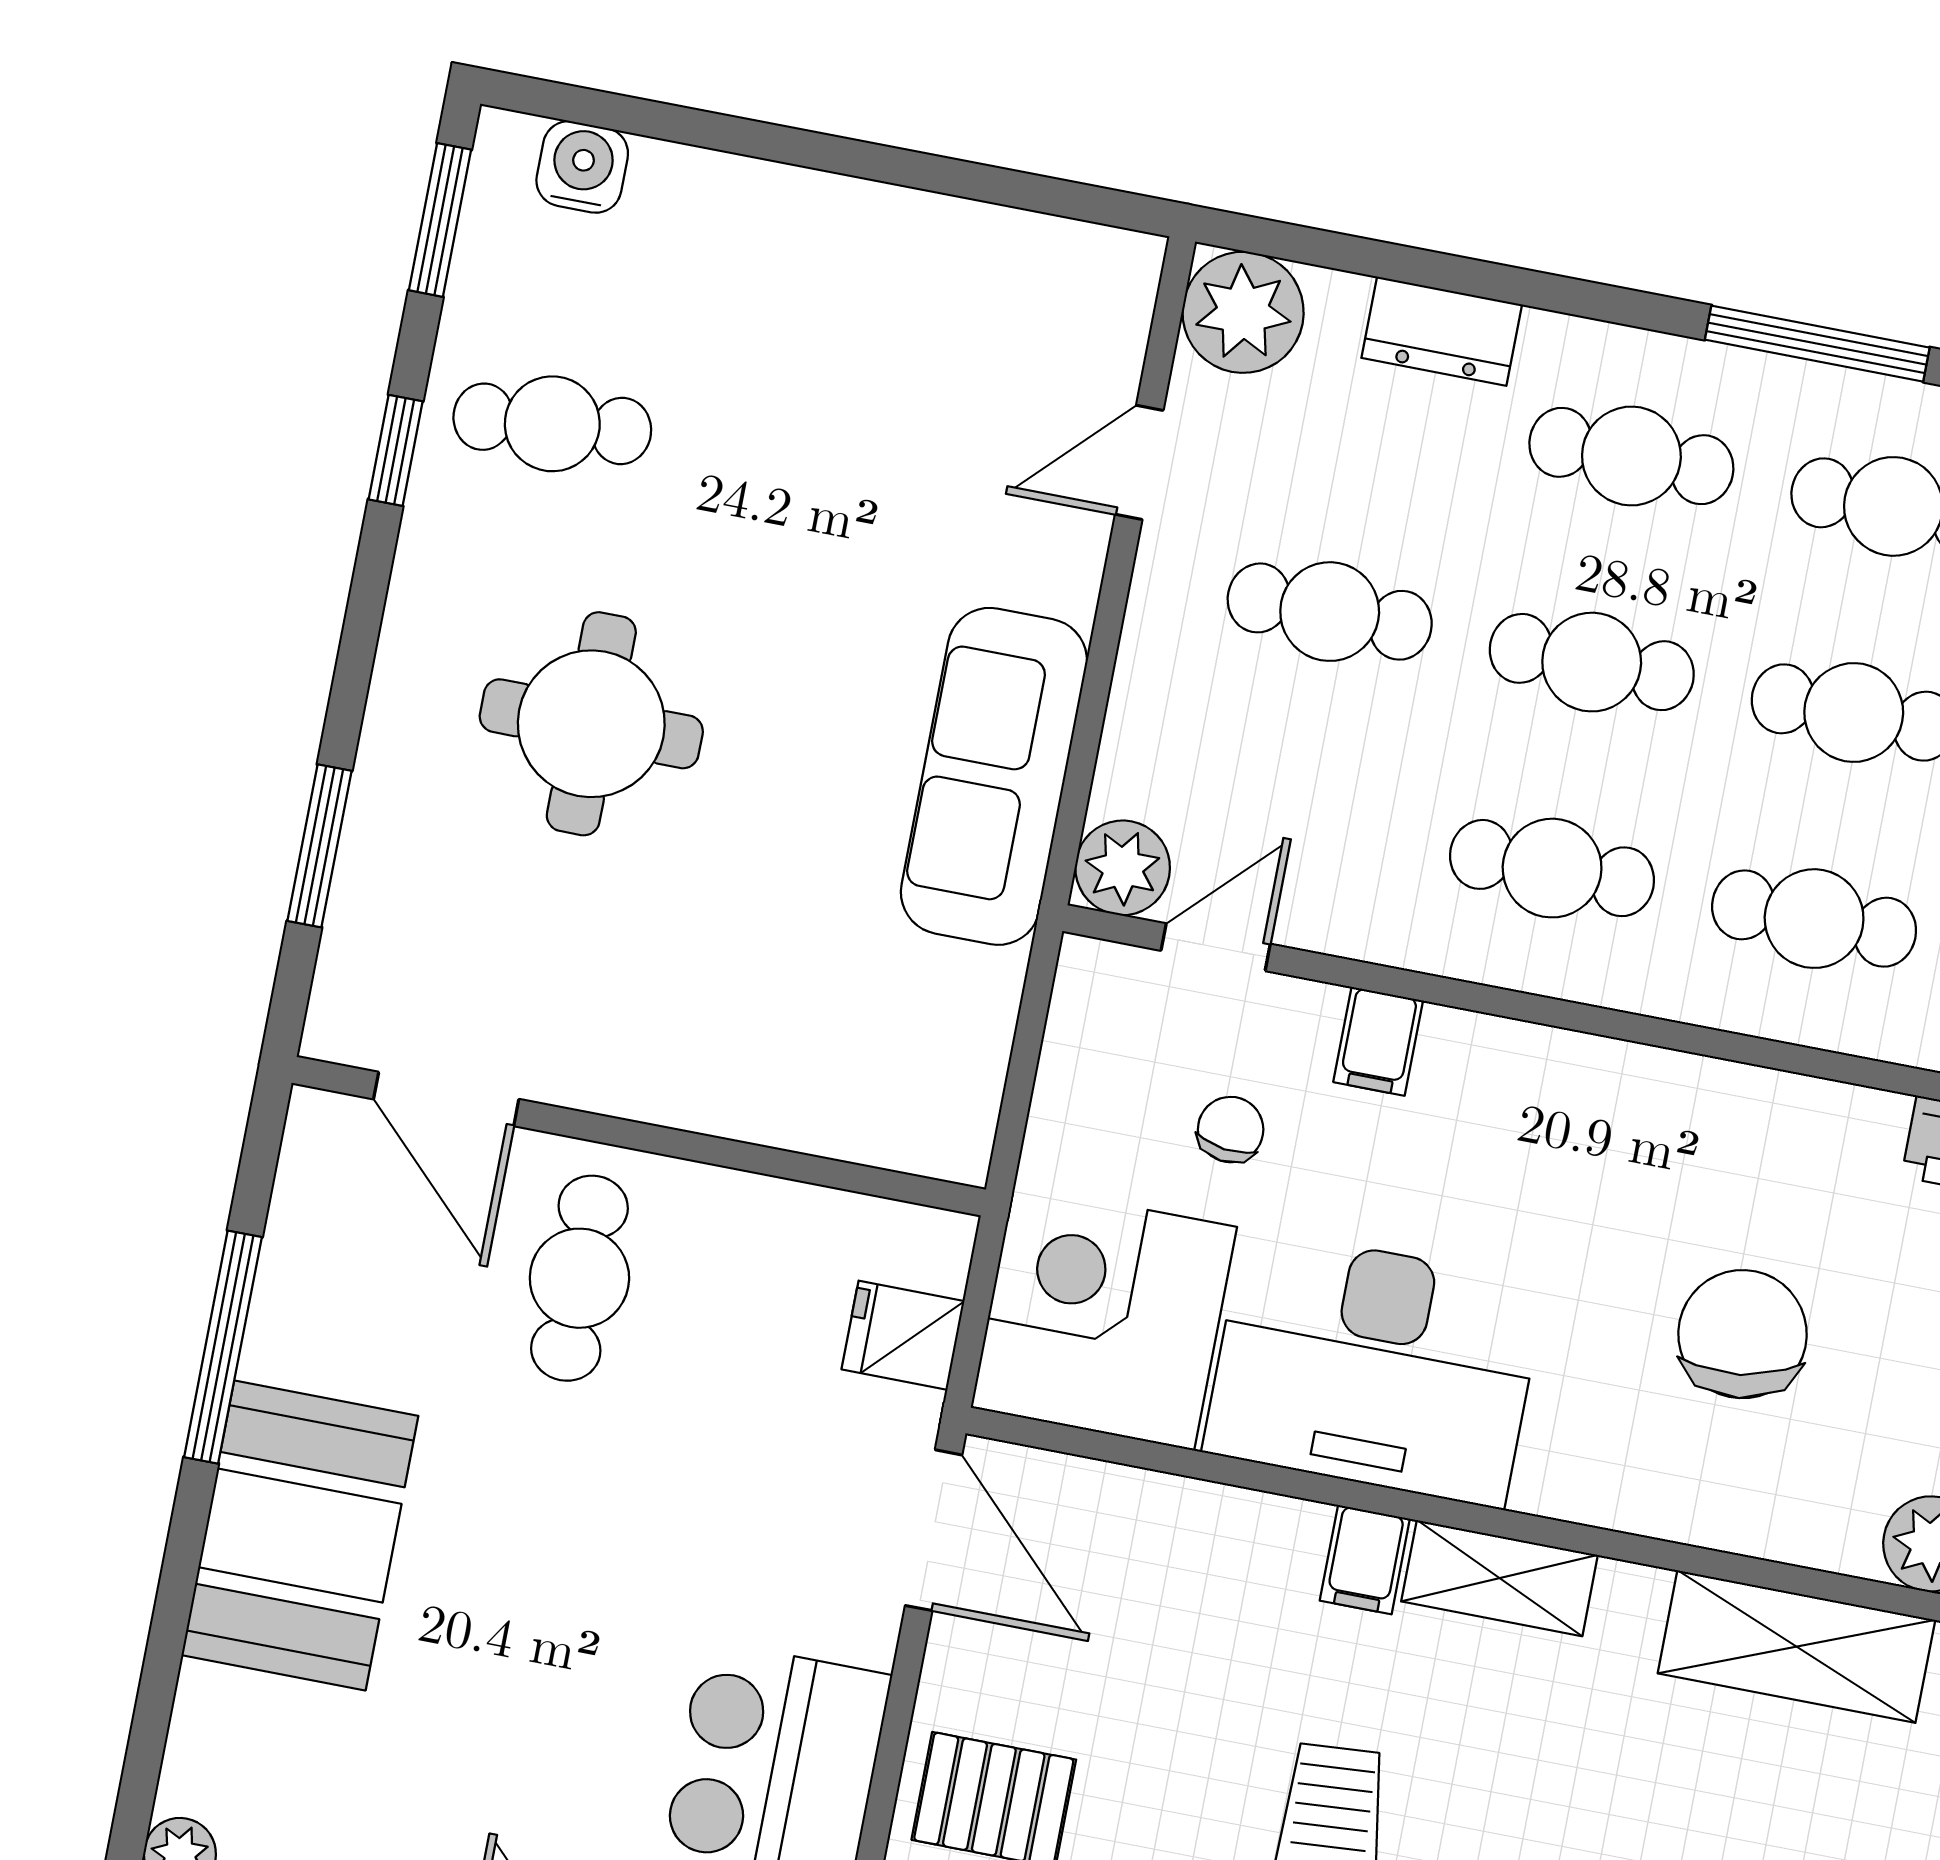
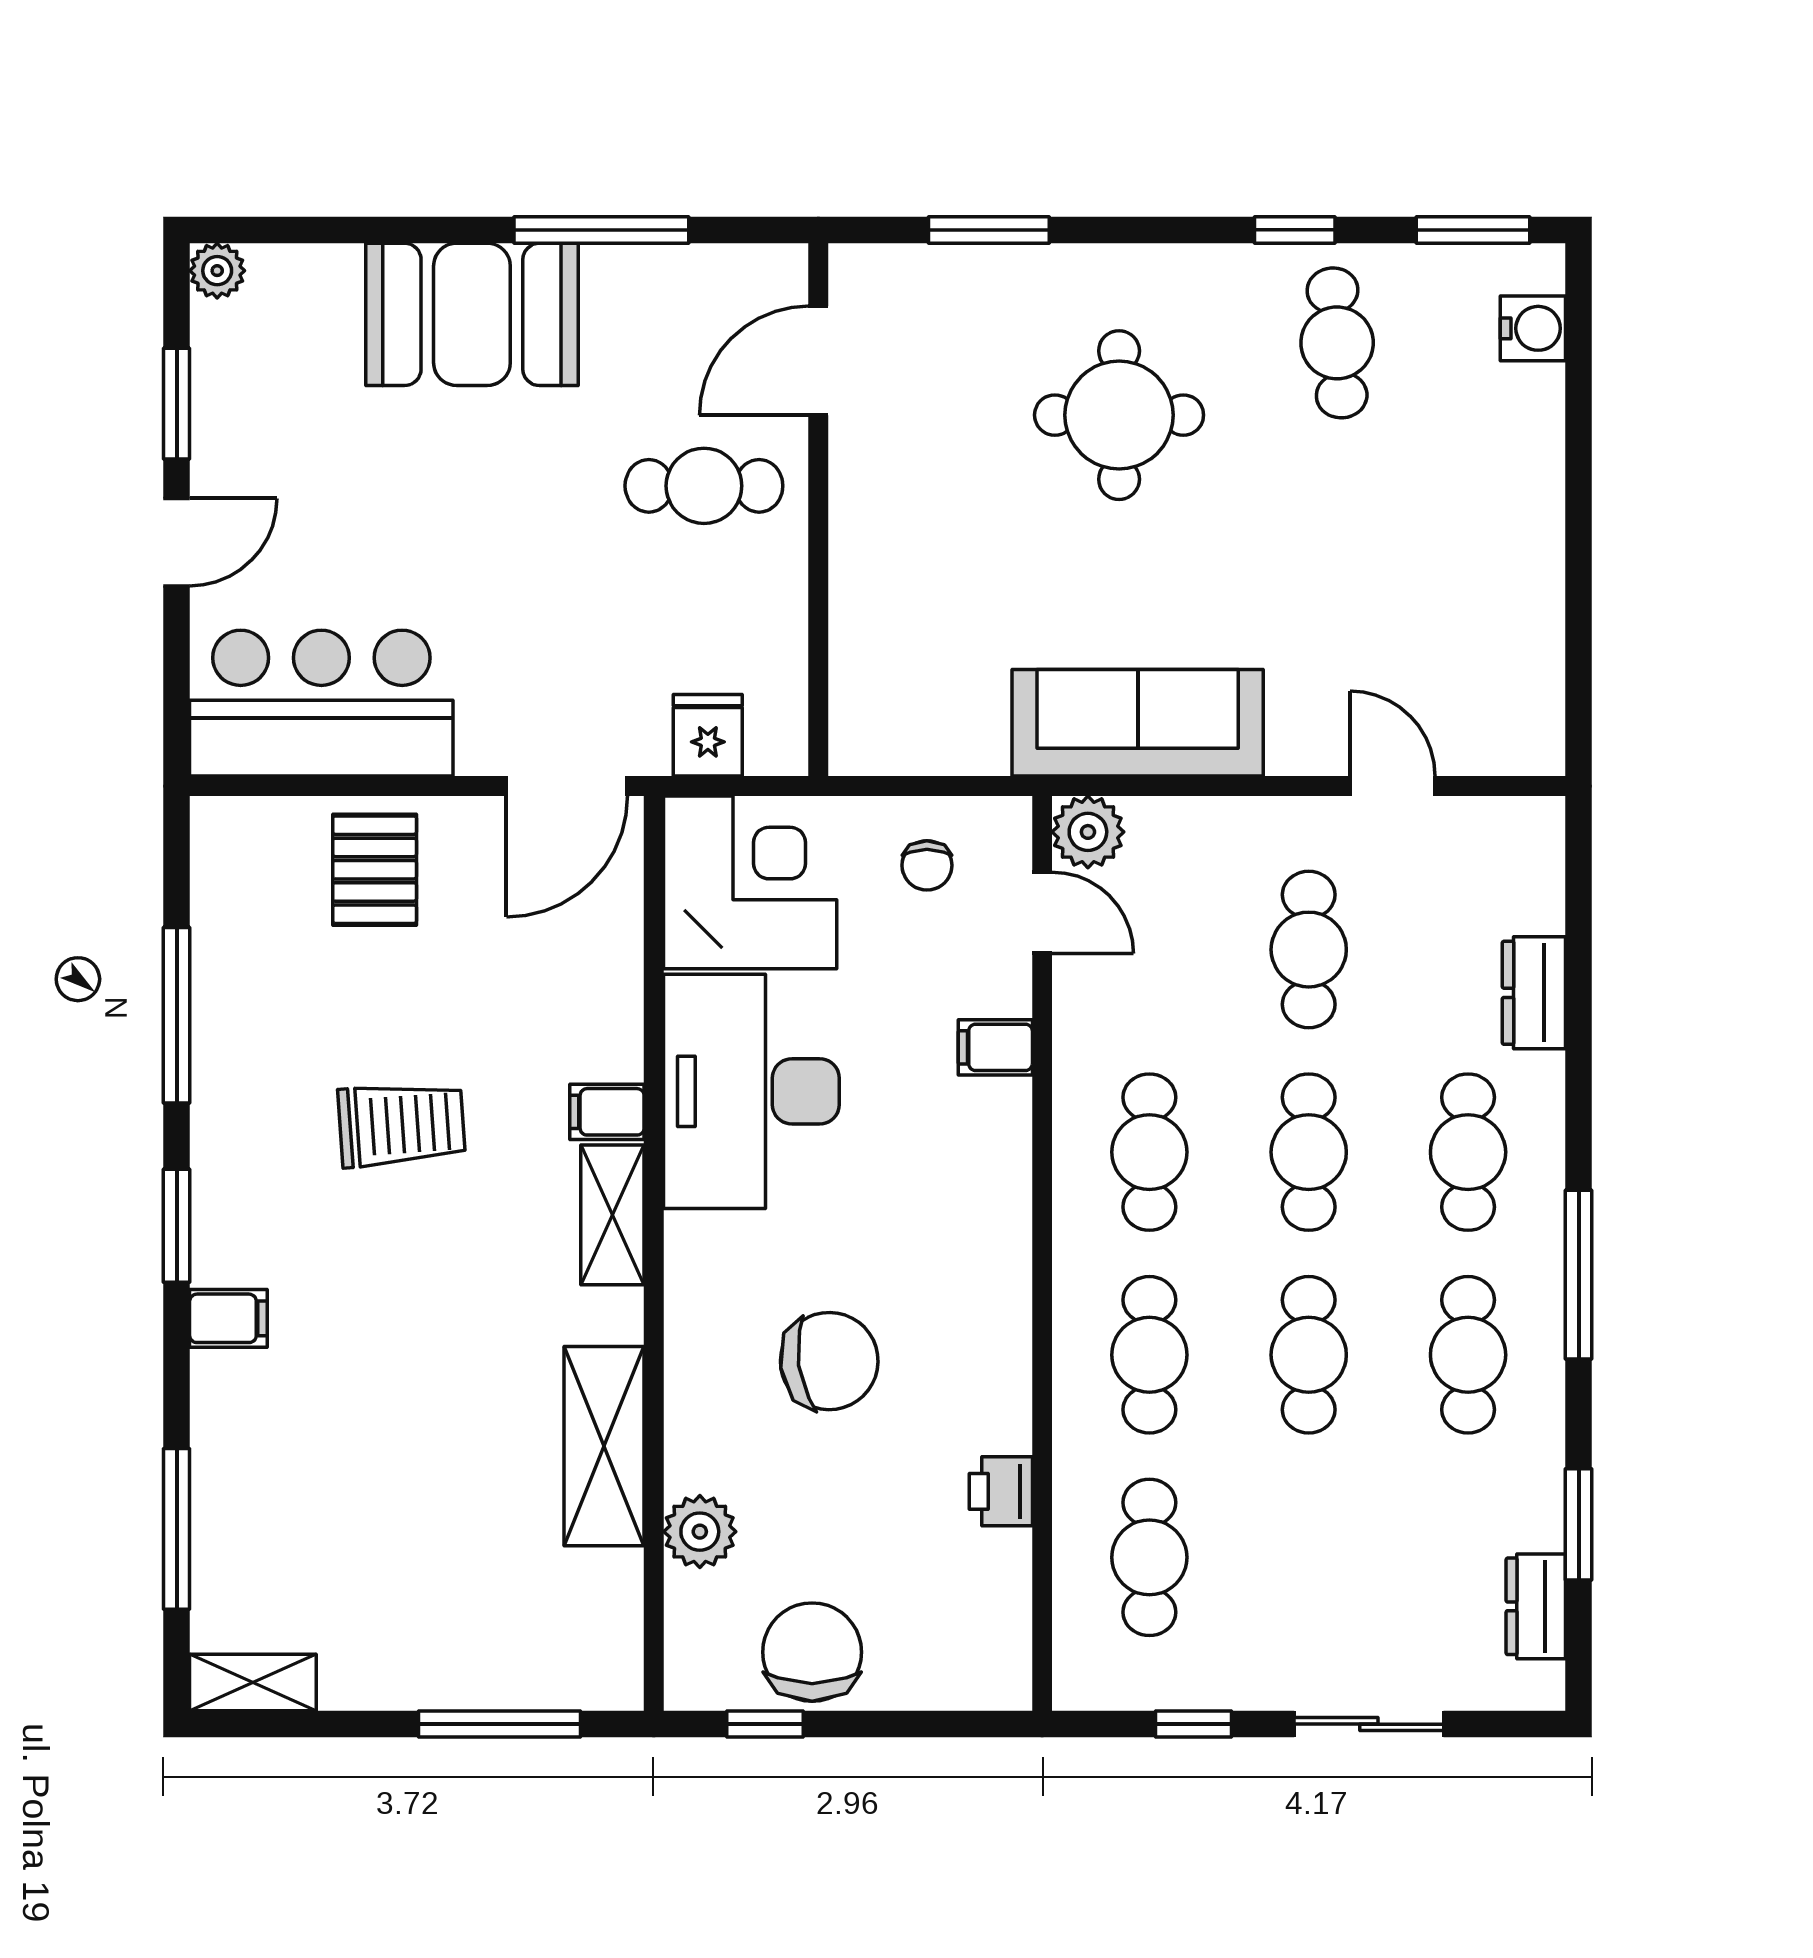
plant: (1243, 312) -> (1519, 842), removed
chair: (1231, 1130) -> (927, 865), moved, turned 83

